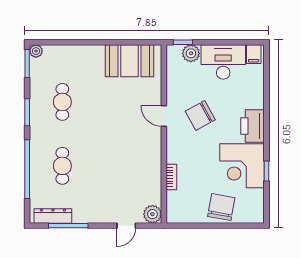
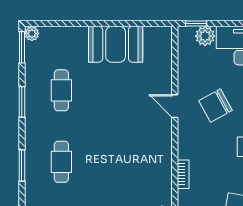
booth: (130, 61) -> (116, 44), moved
window: (27, 169) -> (22, 165), width x0.47

